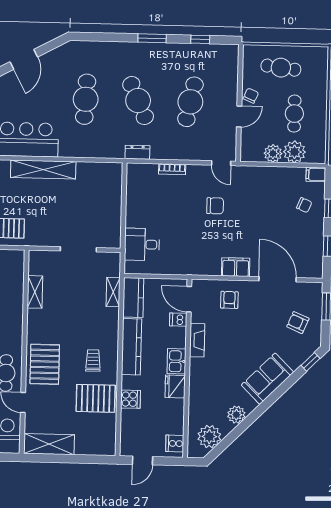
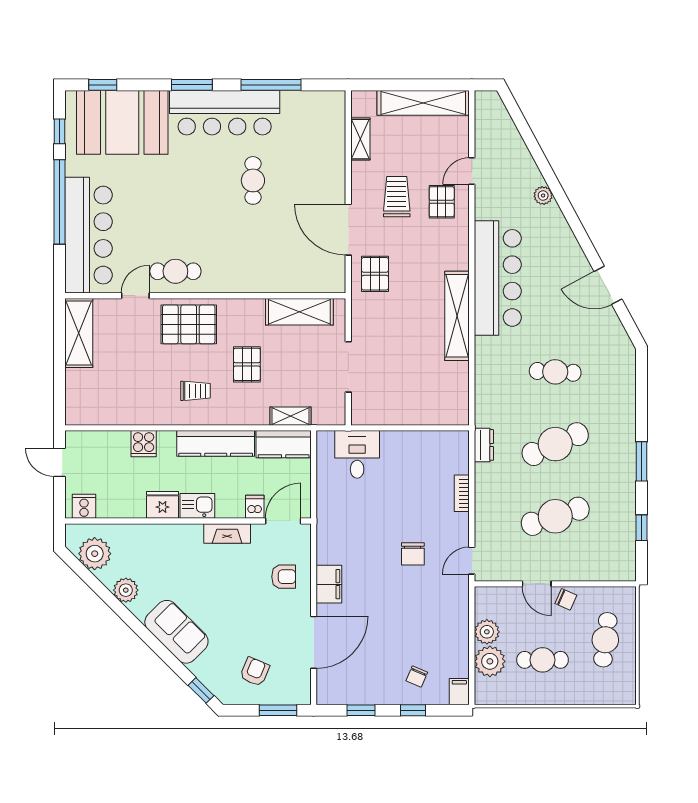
cafe table: (86, 99) -> (555, 372), width x0.73, depth x0.74
cafe table: (190, 102) -> (555, 516), turned -30
shelving: (35, 292) -> (299, 312), width x1.50, depth x1.33
pallet: (96, 398) -> (247, 364), moved, width x0.67, depth x0.71

